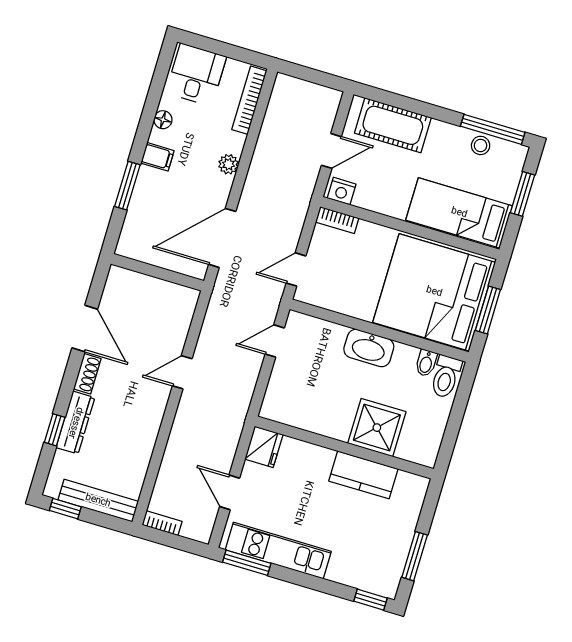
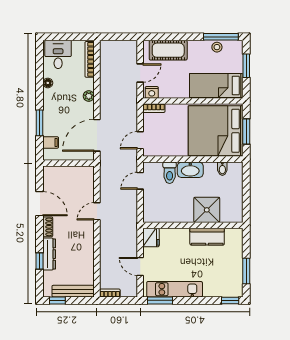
filing cabinet: (157, 157) -> (51, 142), moved
toilet: (446, 377) -> (170, 173), moved

